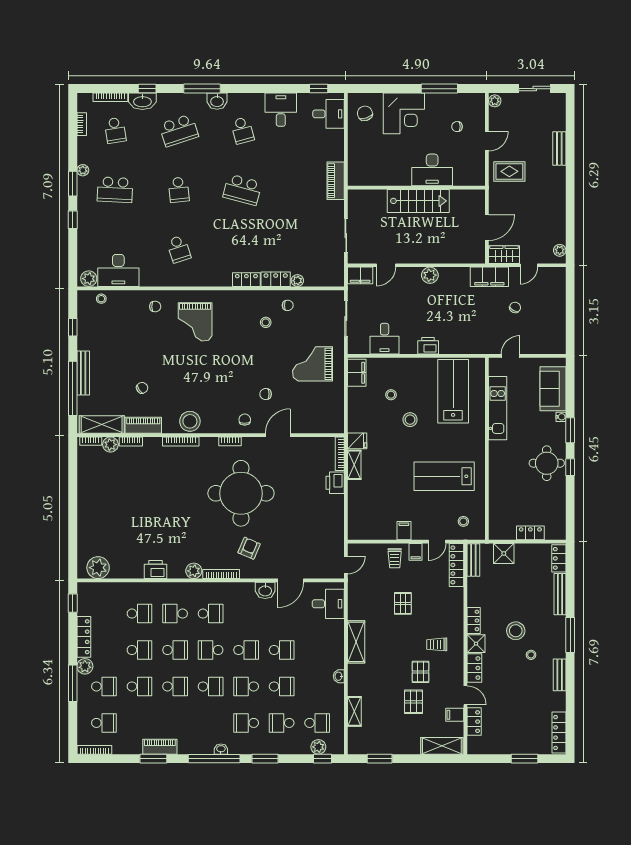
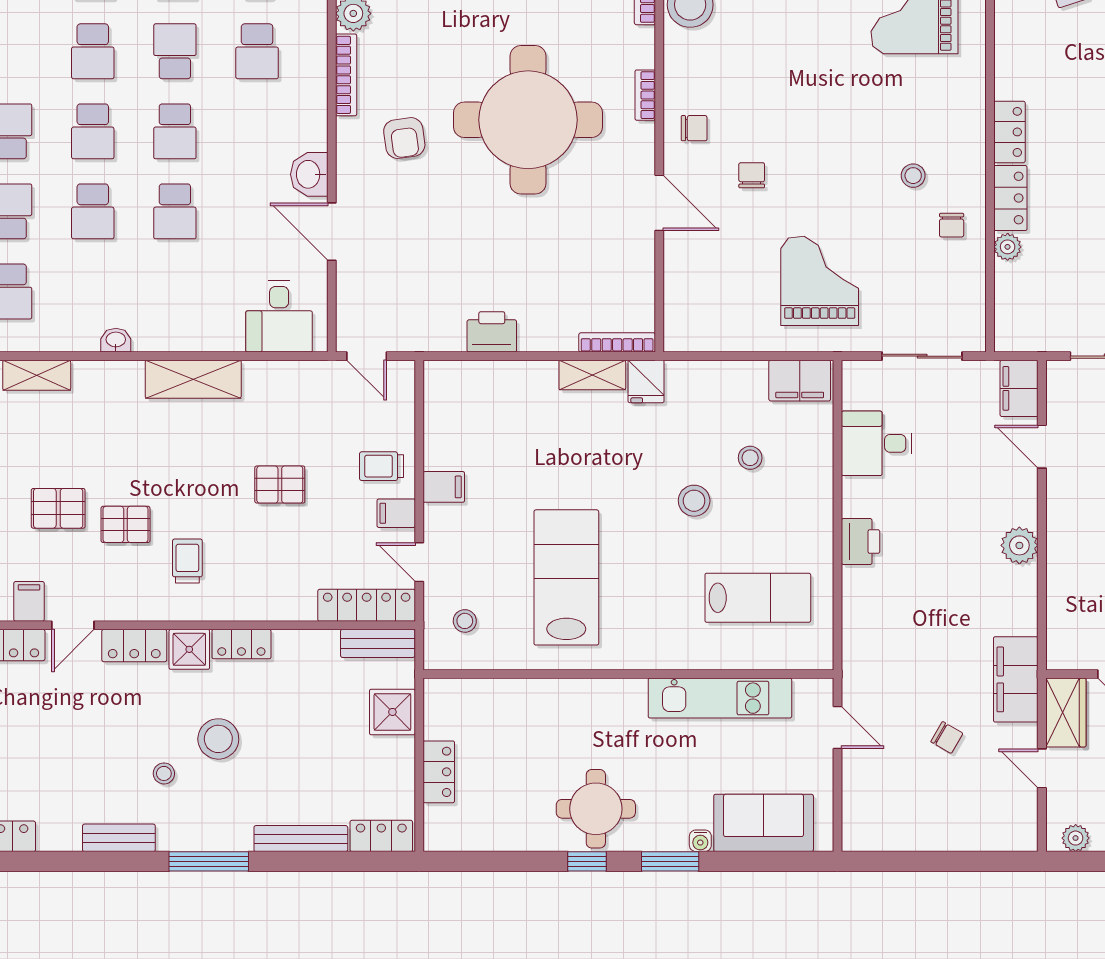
lab bench: (453, 391) -> (758, 598), width x0.73, depth x0.72
printer: (335, 483) -> (492, 332), moved
armchair: (249, 548) -> (404, 138), turned 59
school desk: (246, 686) -> (93, 131), turned 180

